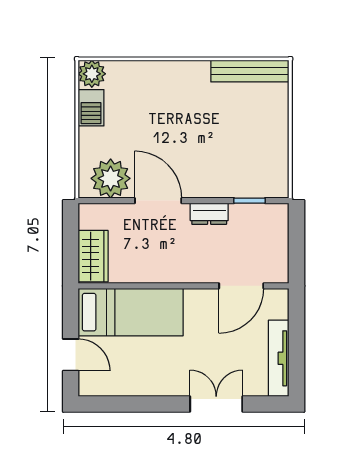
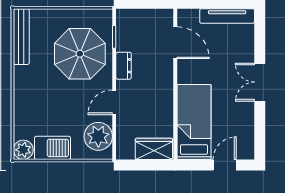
barbecue: (91, 108) -> (52, 148), width x1.38, depth x1.27
parasol: (226, 153) -> (80, 54), added
door: (158, 201) -> (114, 102), width x0.73
double door: (216, 404) -> (260, 82), moved

